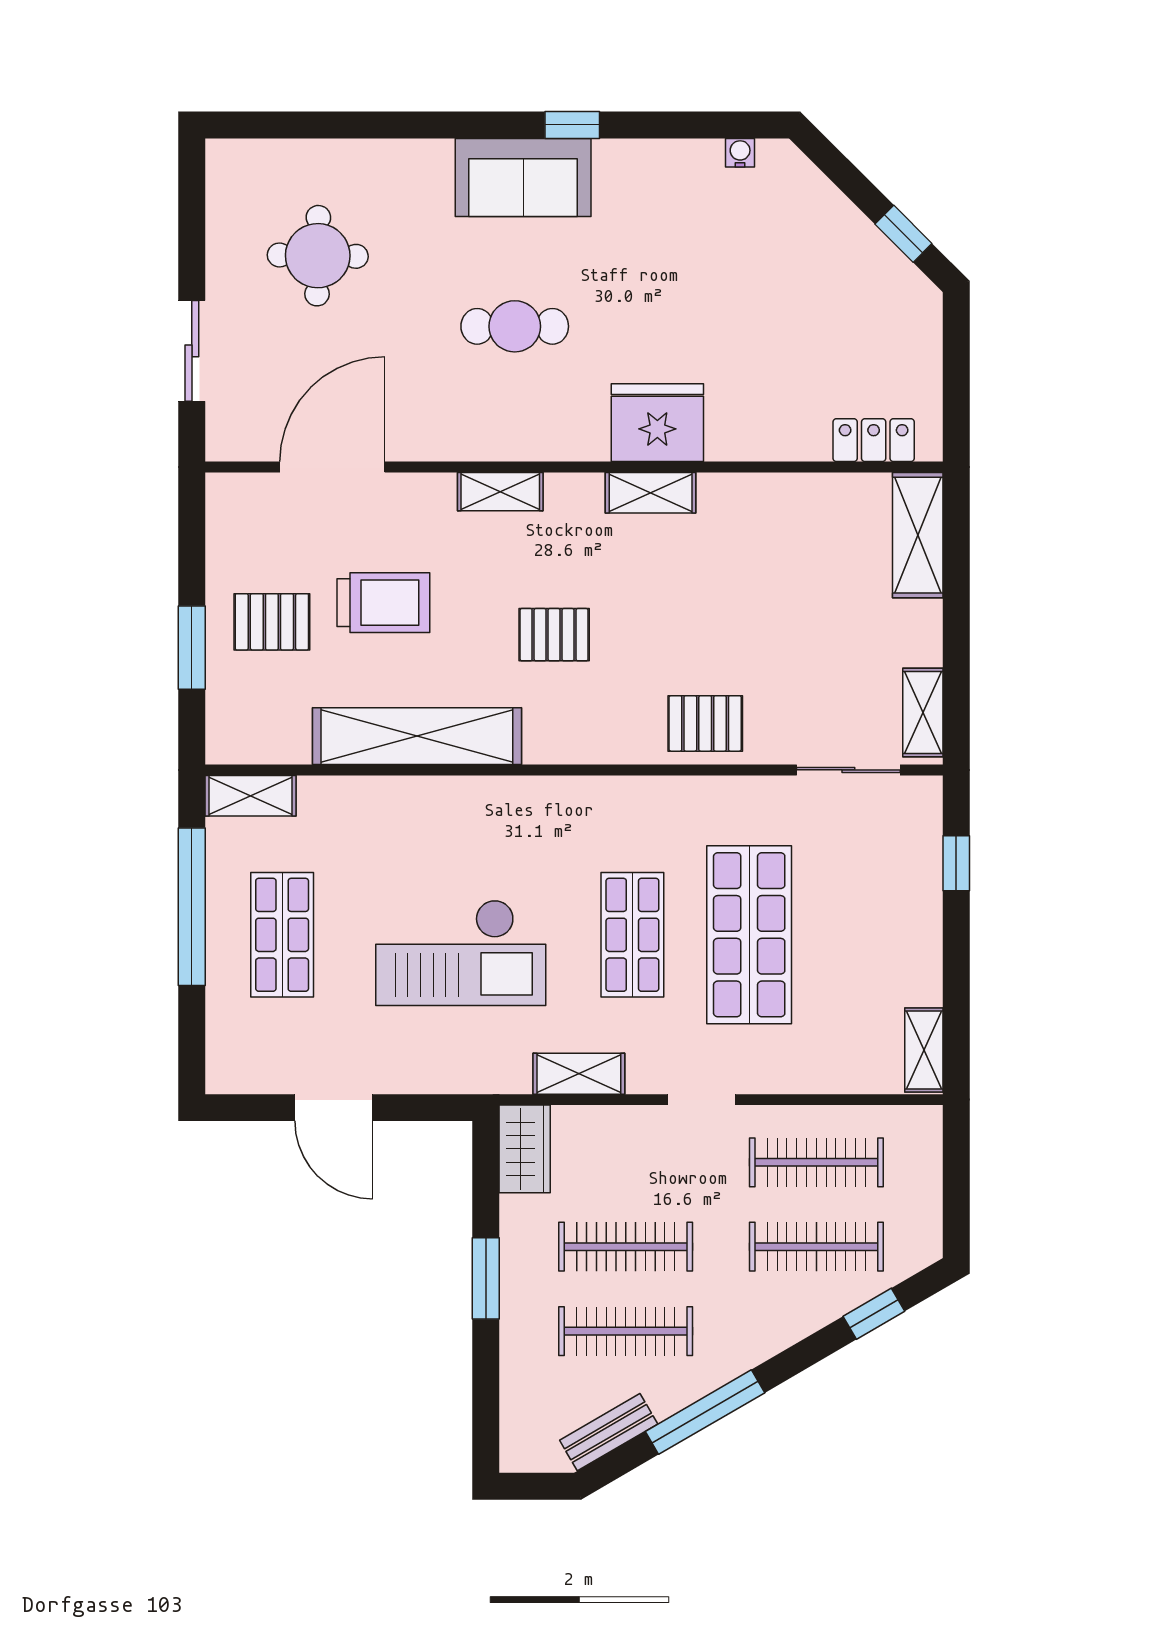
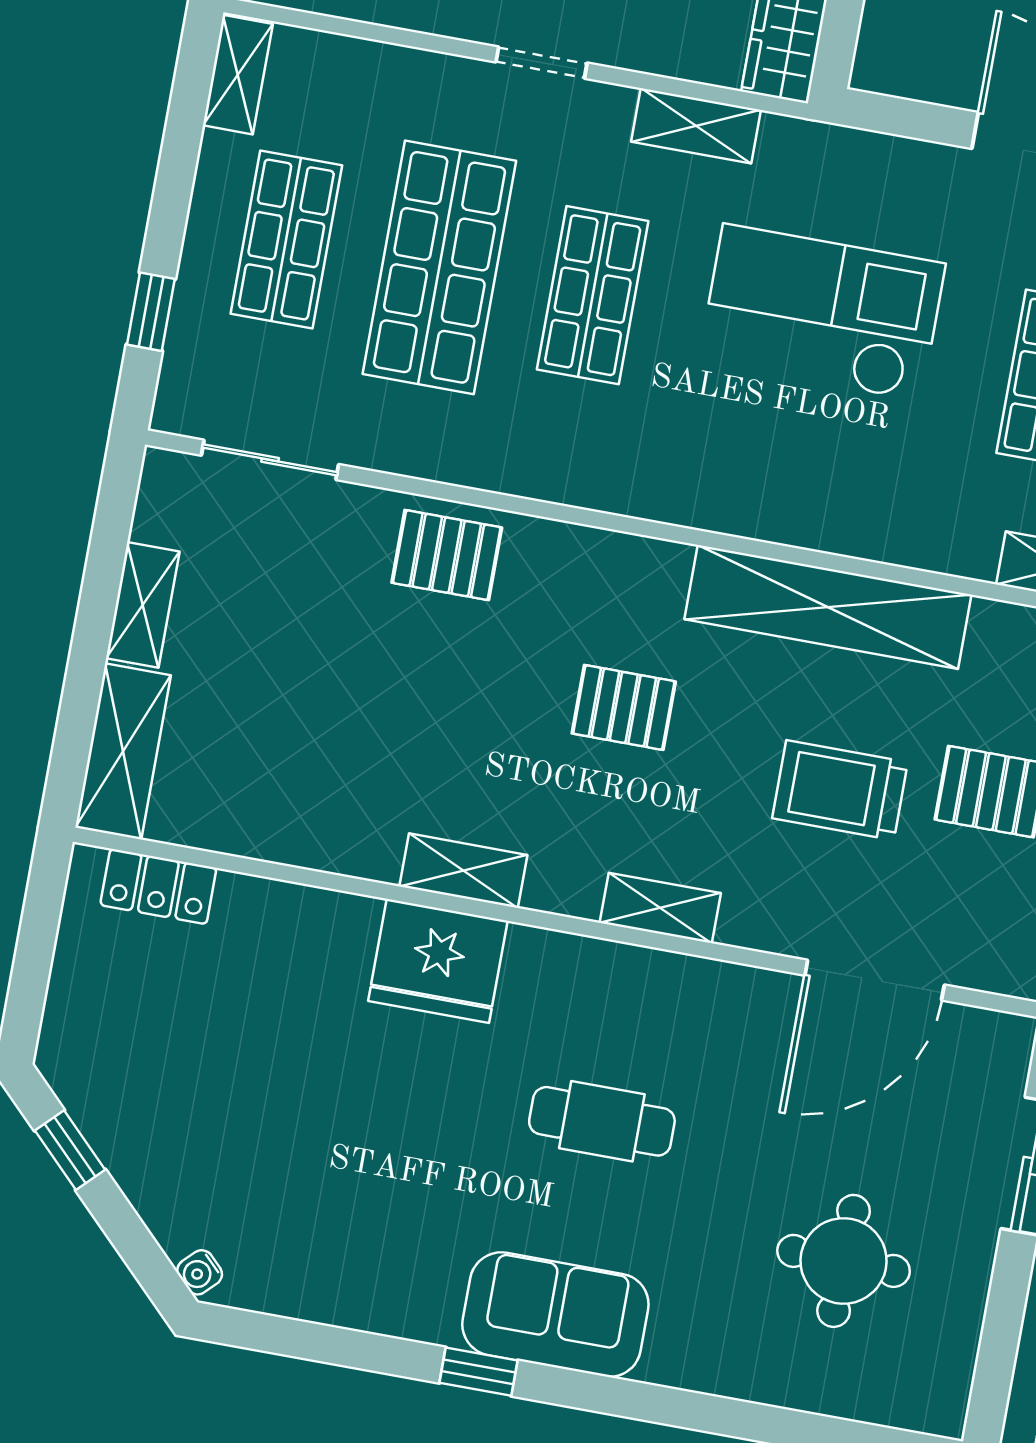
water cooler: (740, 153) -> (200, 1272), moved, turned 45
shelving: (923, 712) -> (143, 605), moved
shop shelf: (866, 935) -> (286, 240), added

